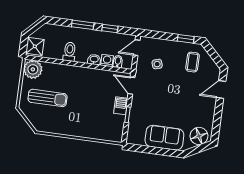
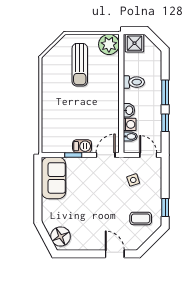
sofa: (164, 138) -> (54, 178), moved

